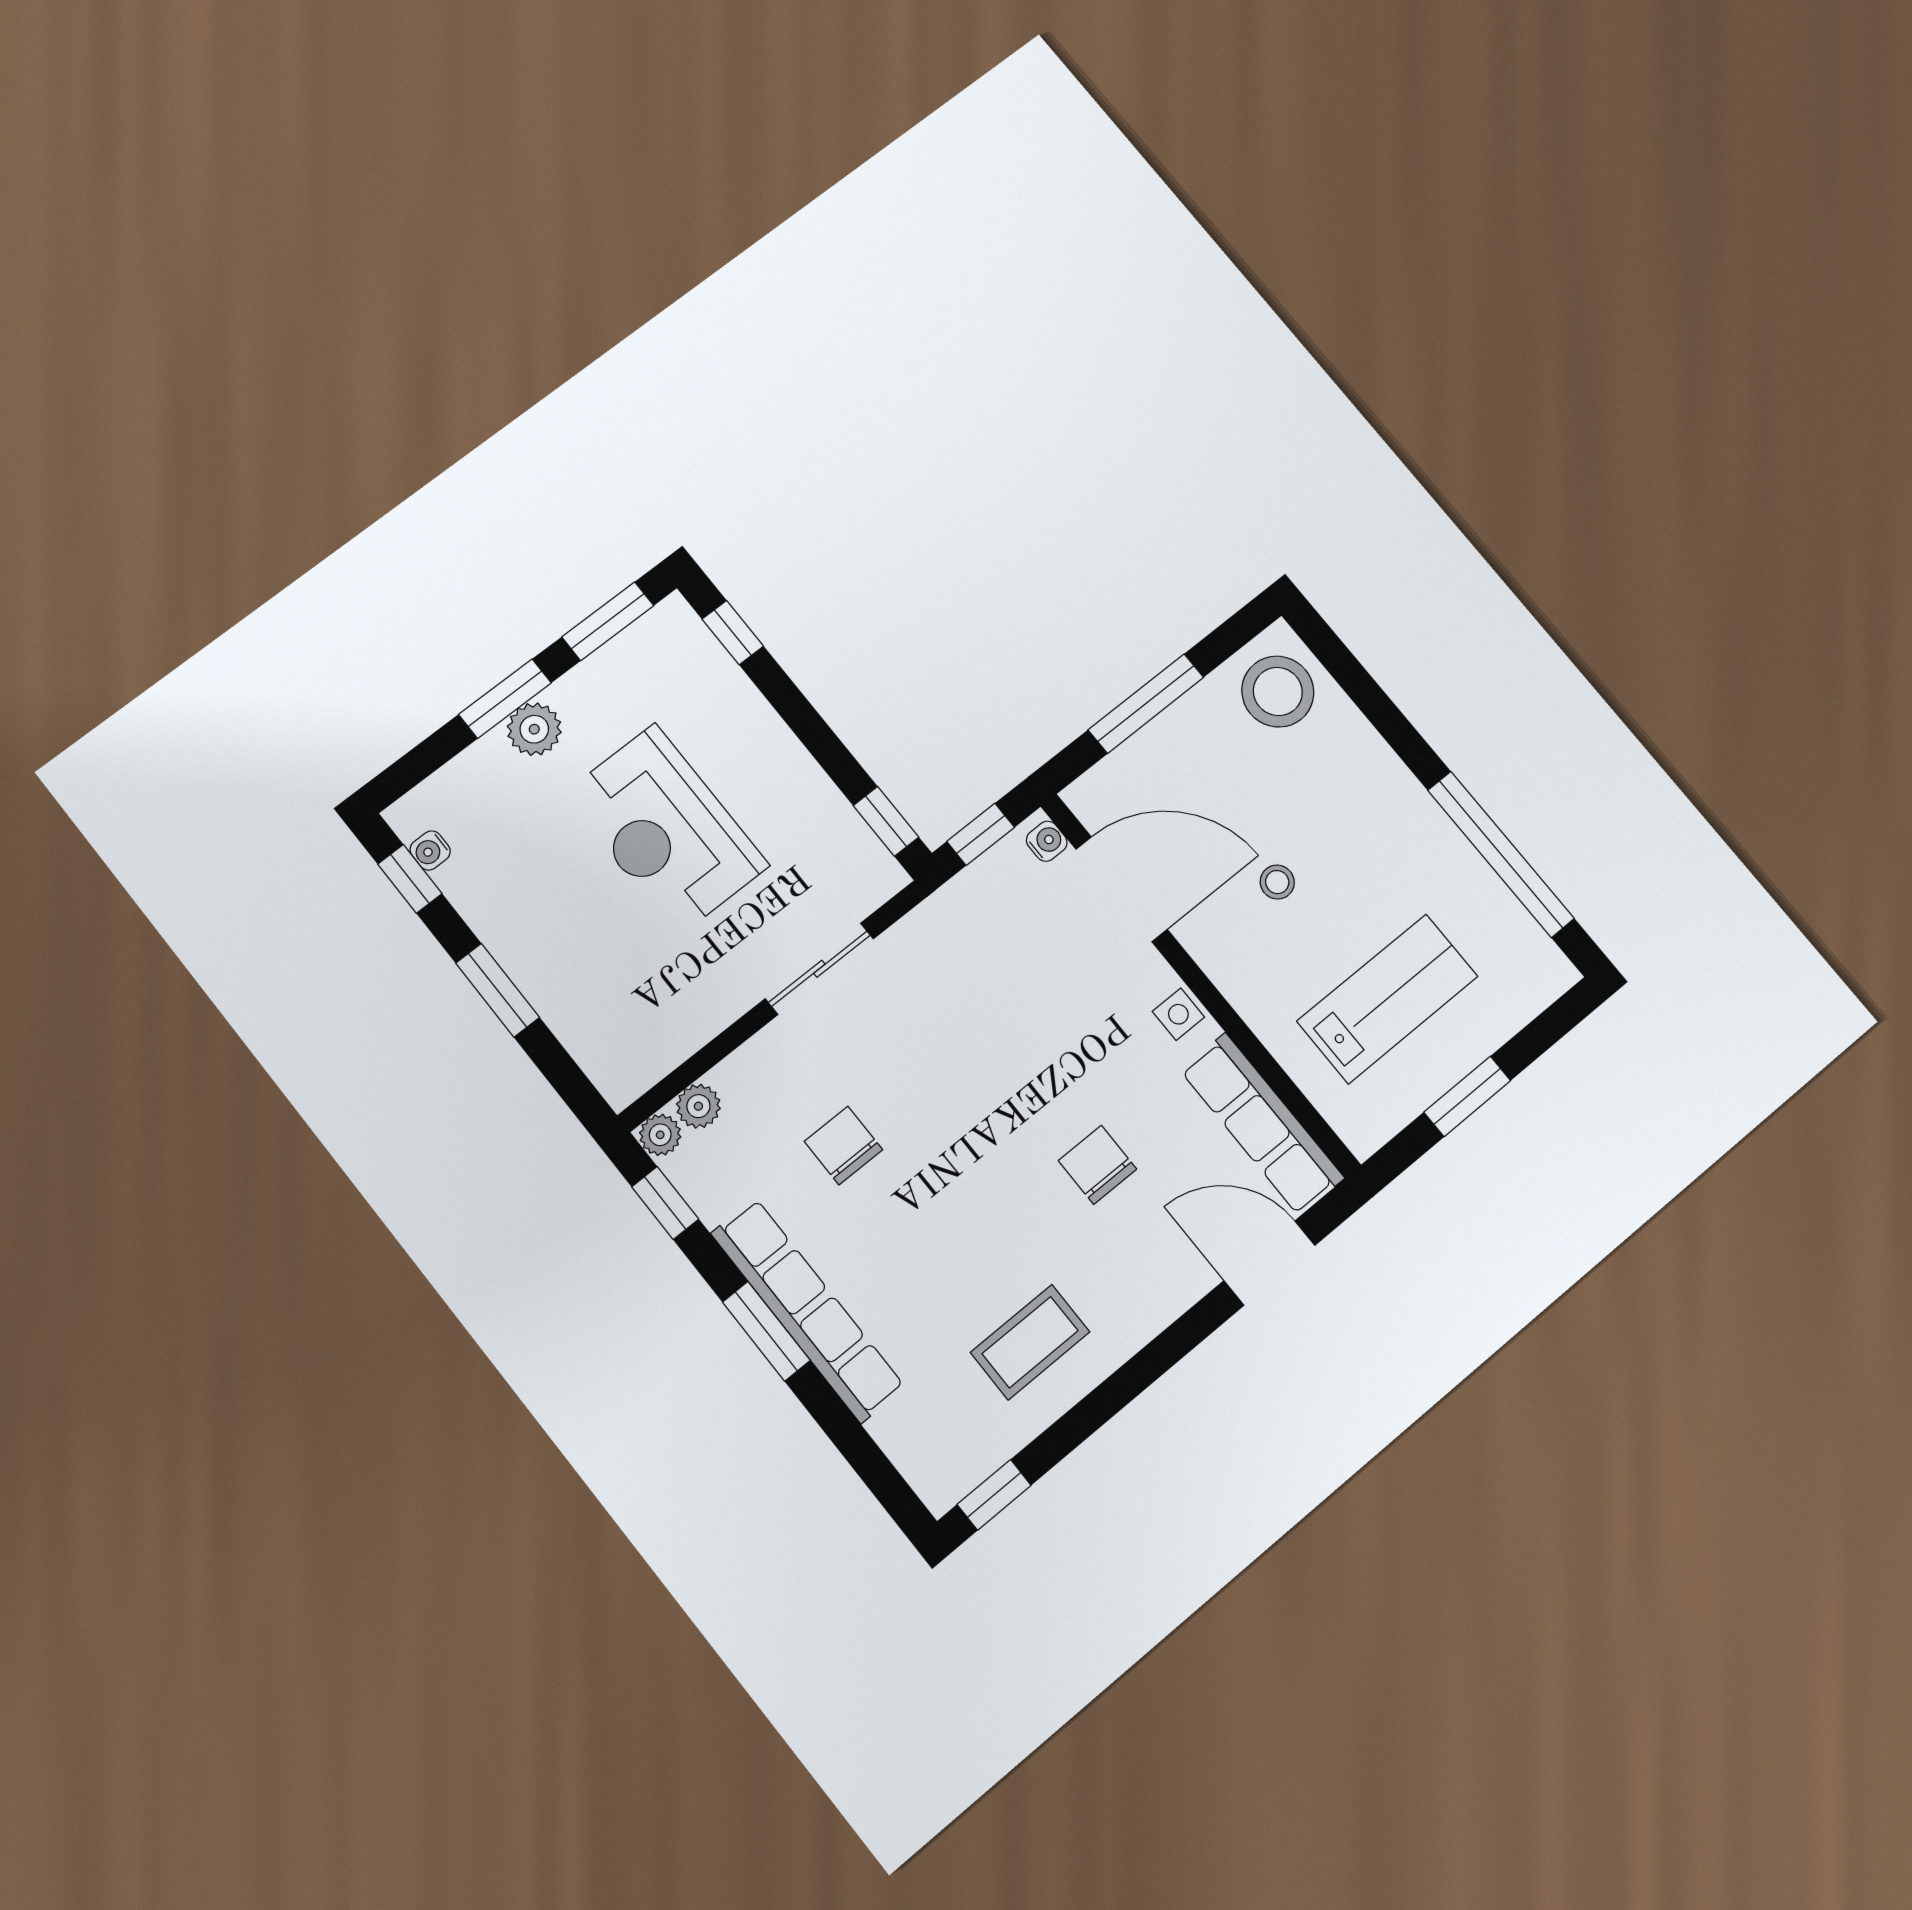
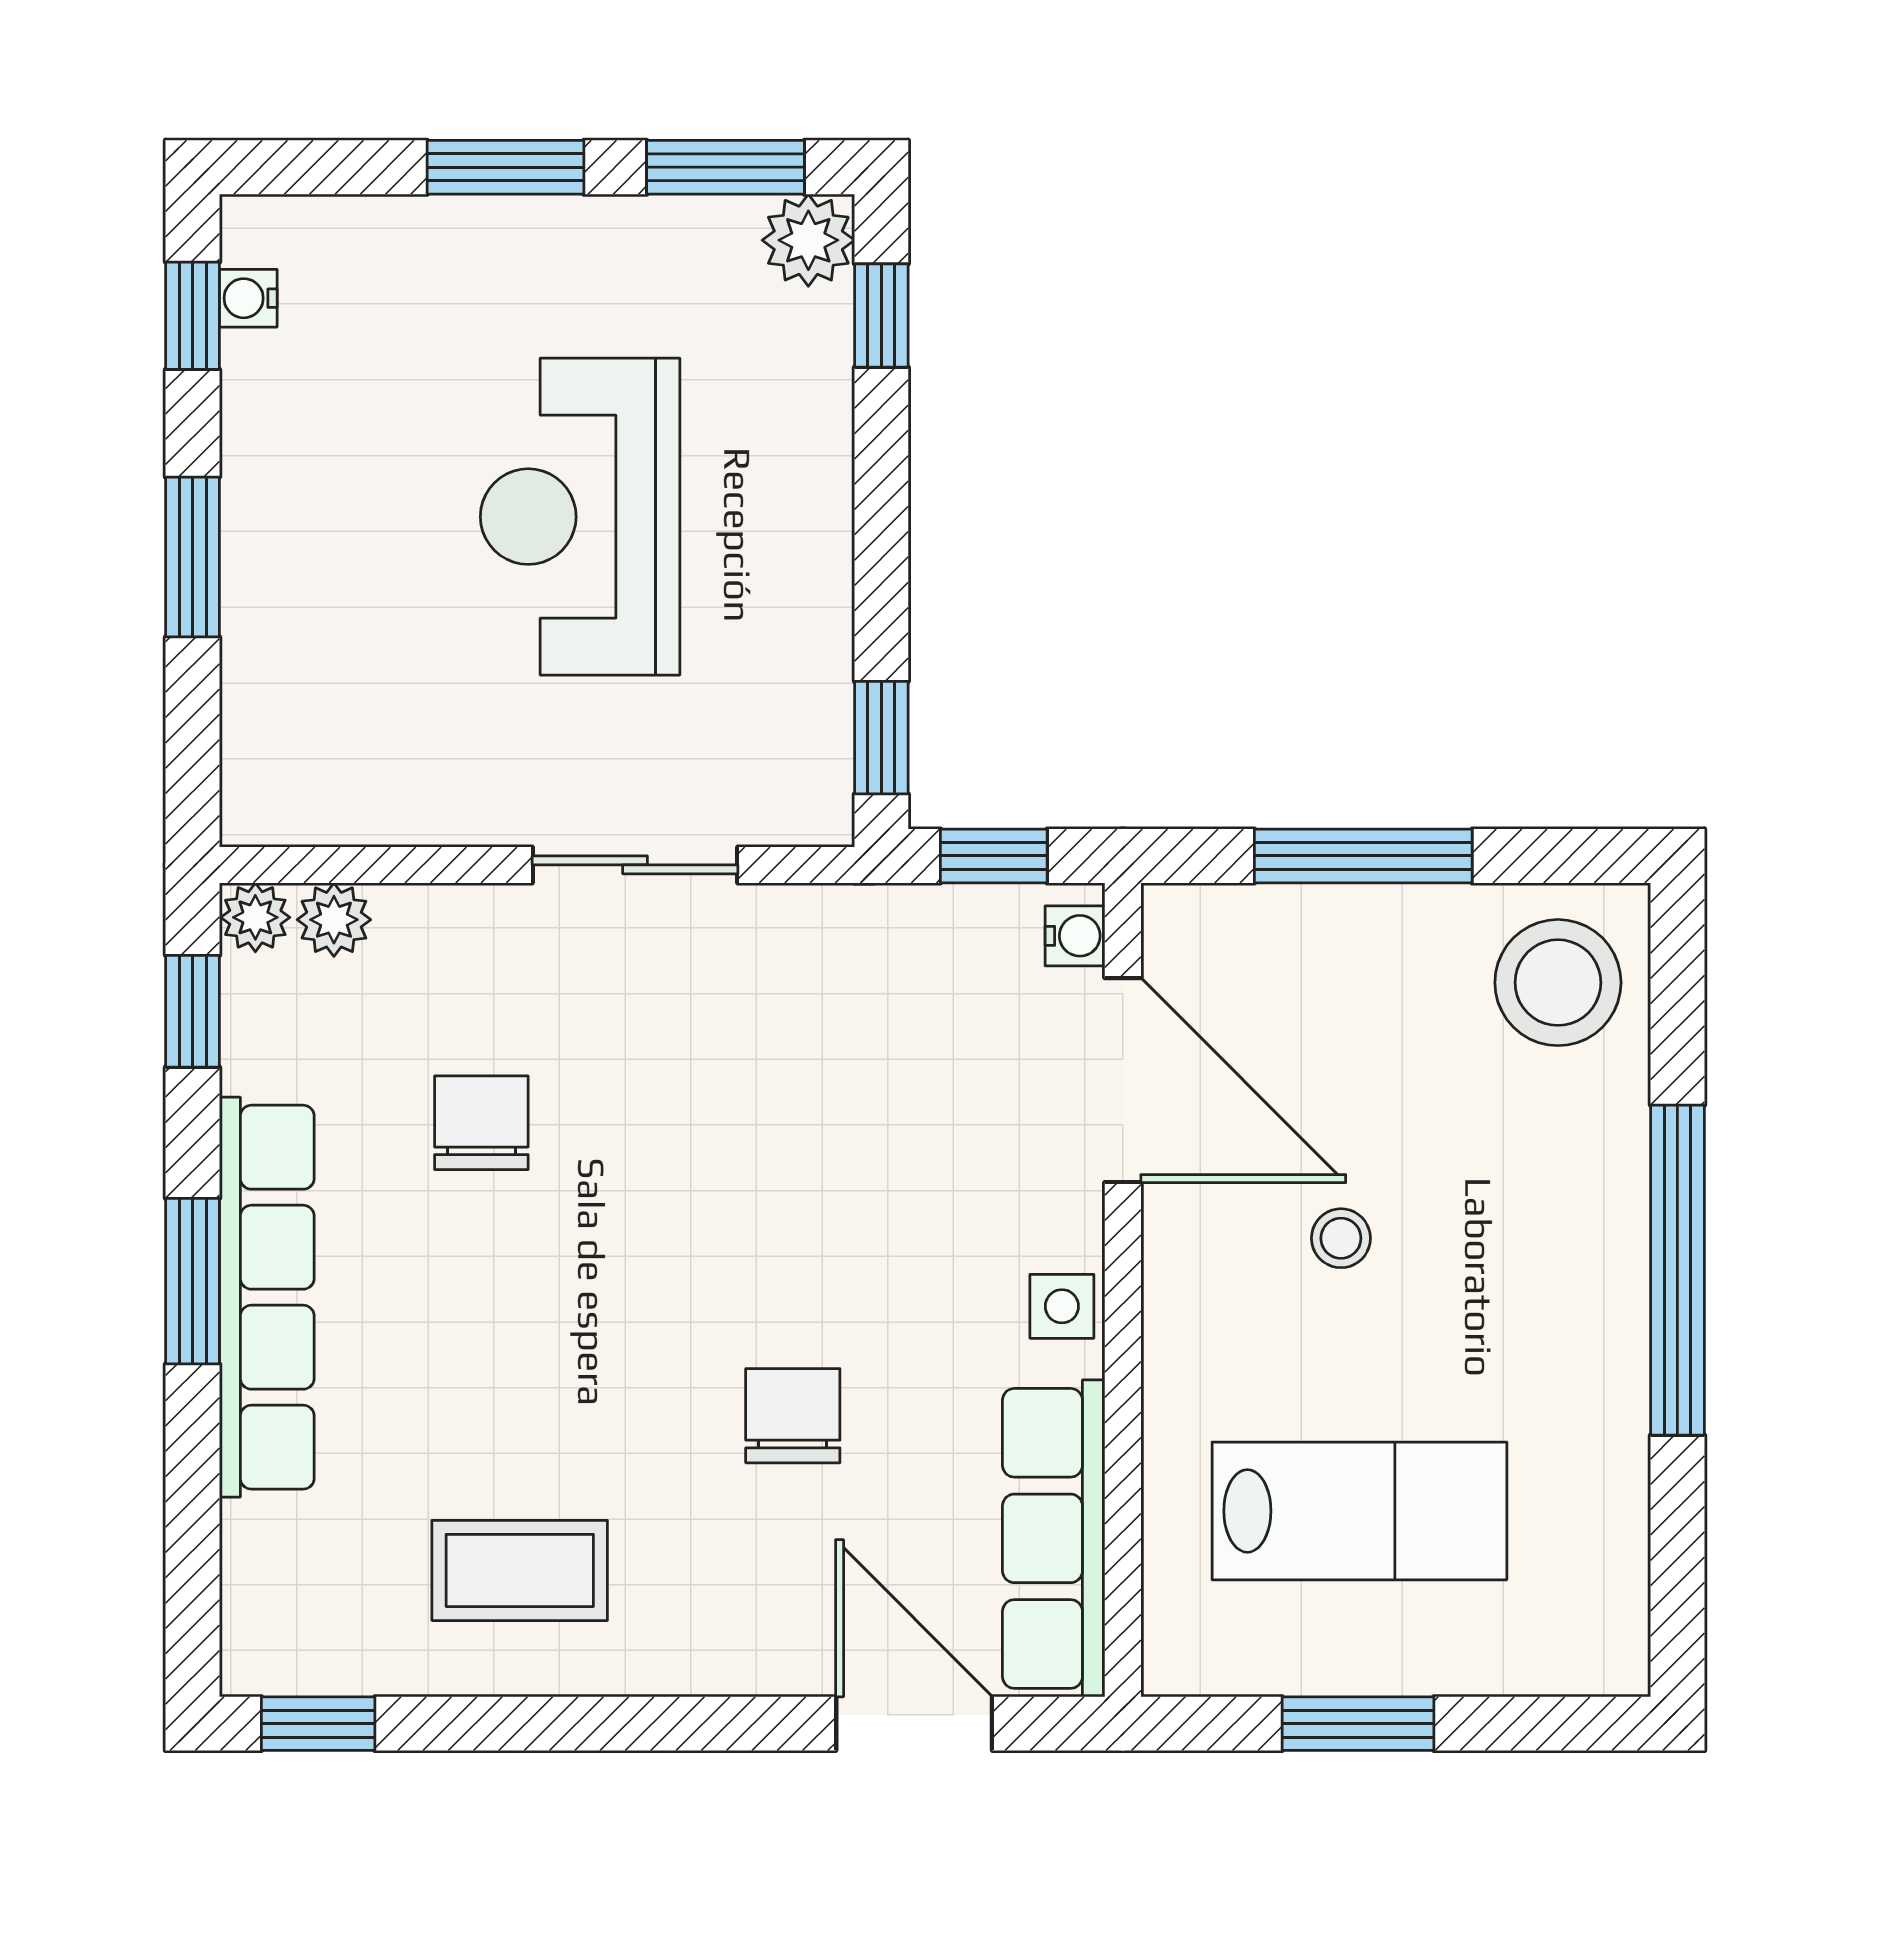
plant: (534, 729) -> (808, 240), moved
window: (1501, 854) -> (1677, 1270), moved

